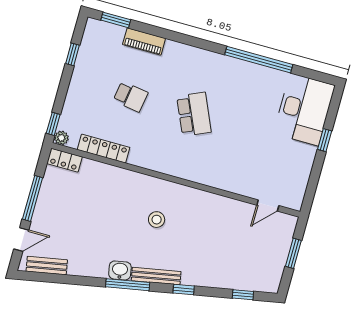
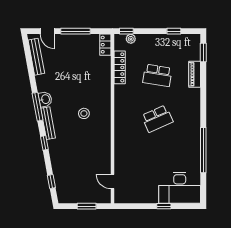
school desk: (131, 97) -> (157, 75), width x1.85
plant: (61, 138) -> (131, 39), moved
bench: (47, 266) -> (36, 57), width x1.36

